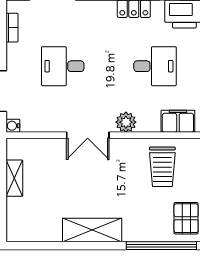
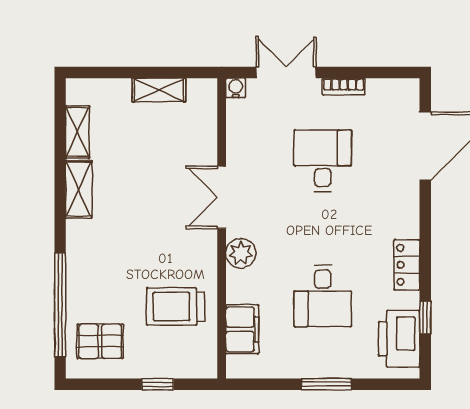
bookcase: (12, 28) -> (344, 87), moved
shelving: (92, 230) -> (79, 189), width x0.67, depth x0.75
shelving: (43, 234) -> (78, 132), added

